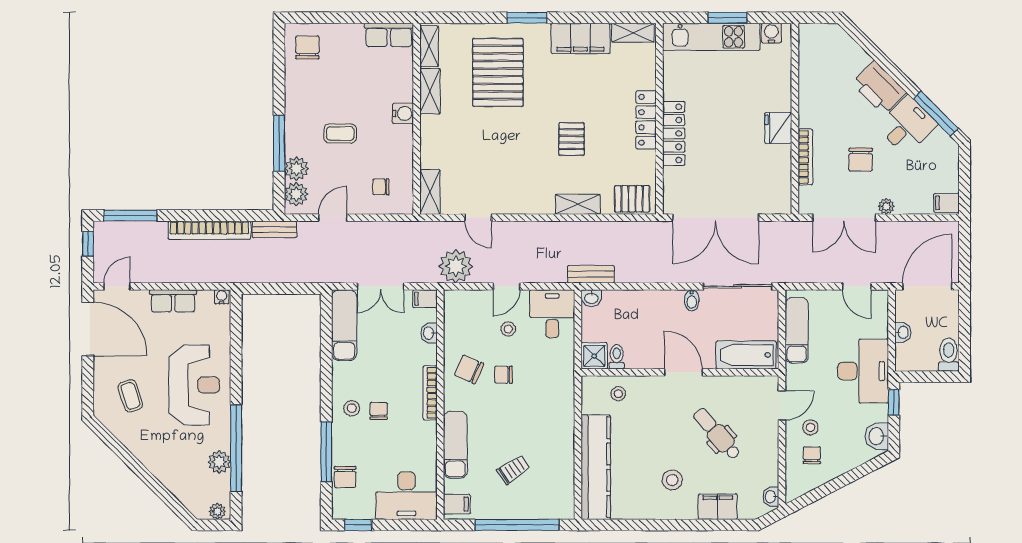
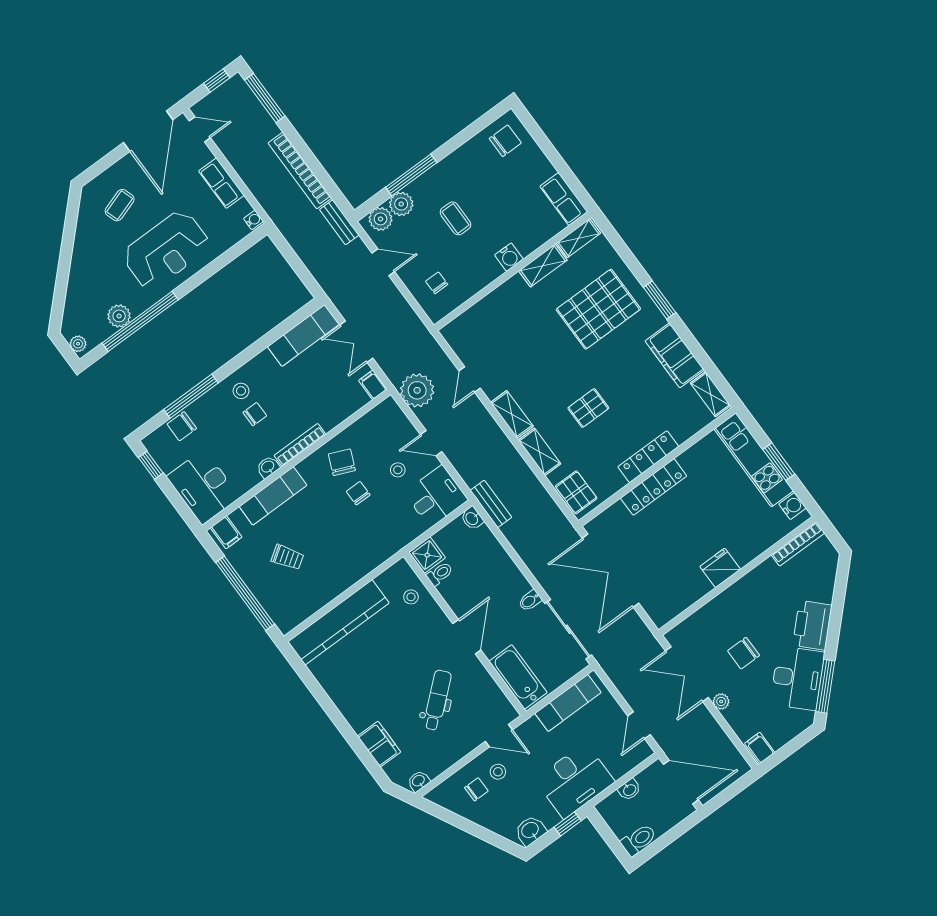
desk: (907, 125) -> (797, 678), width x1.37
bookcase: (805, 157) -> (798, 544), moved
shelving: (430, 192) -> (512, 414), moved, turned 90
washbasin: (429, 333) -> (268, 467), moved
stool: (672, 480) -> (374, 692), removed

